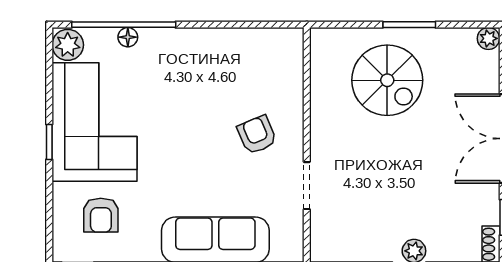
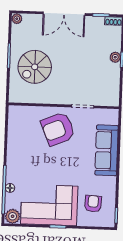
spiral stairs: (387, 80) -> (35, 67), turned 180
armchair: (257, 135) -> (58, 129), width x1.88, depth x1.88
armchair: (101, 215) -> (93, 204), turned -87

